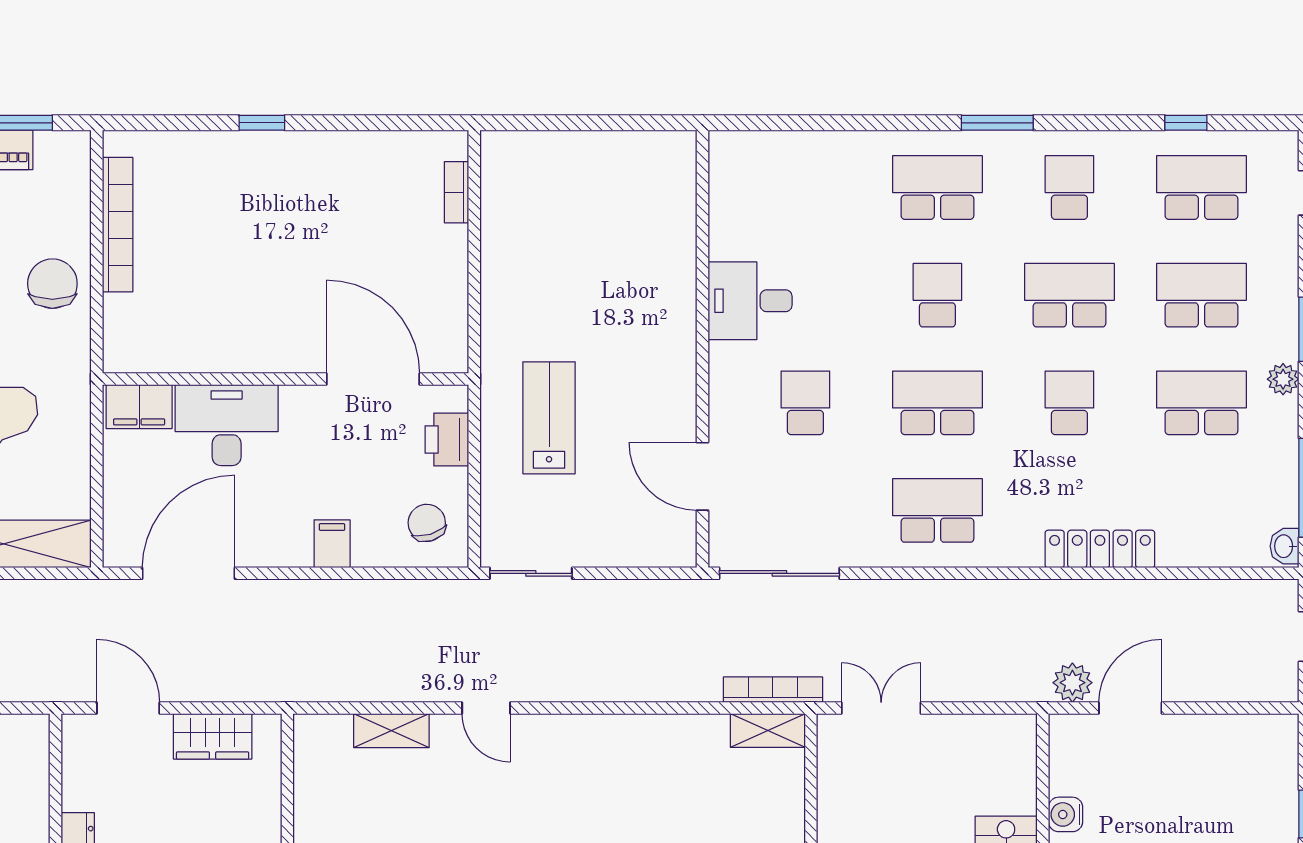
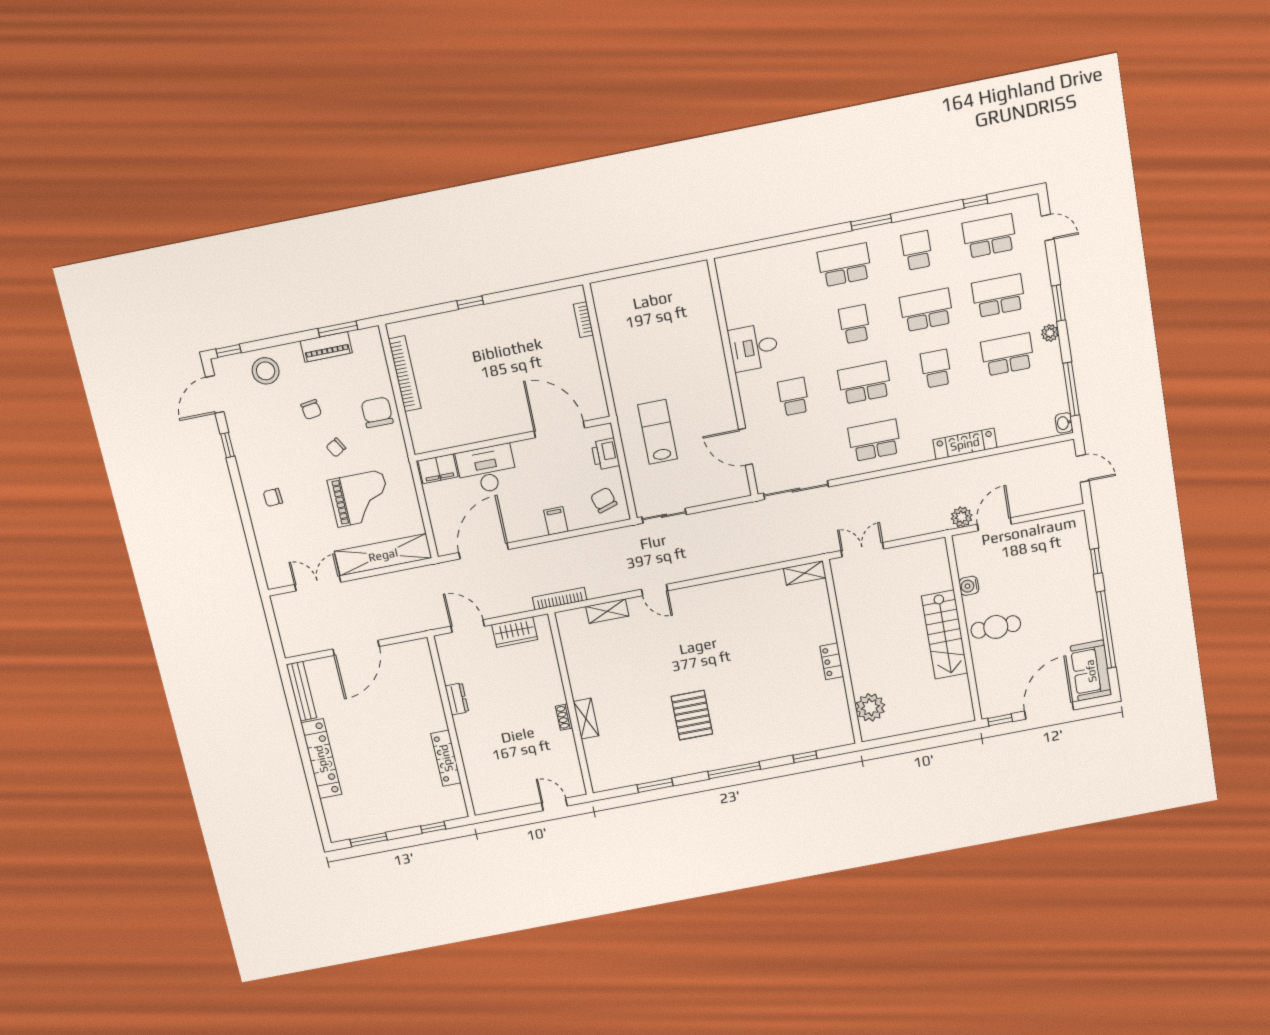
bookcase: (773, 690) -> (560, 599), moved

